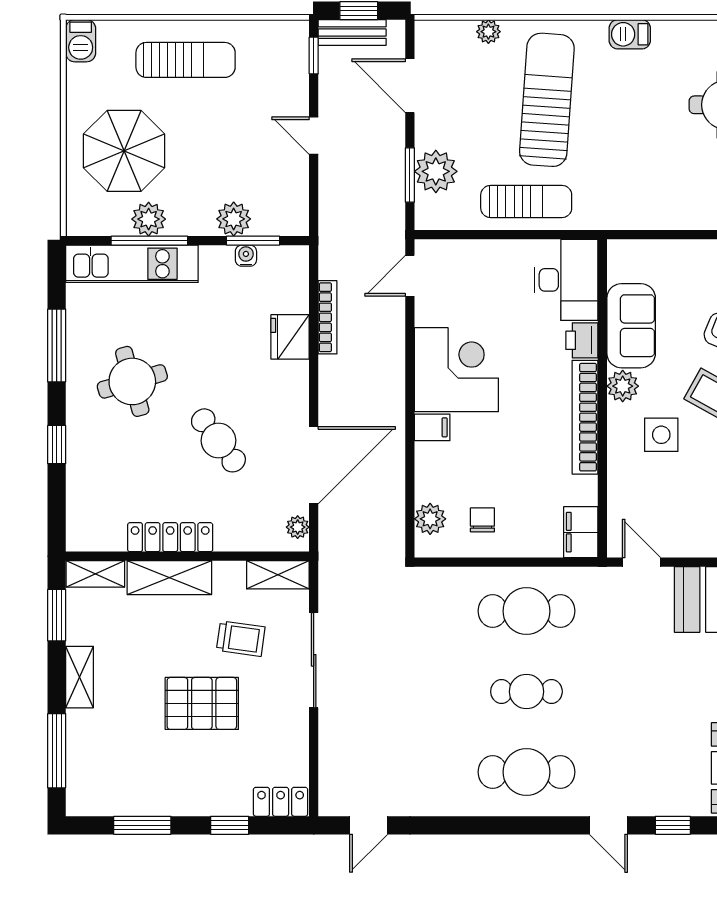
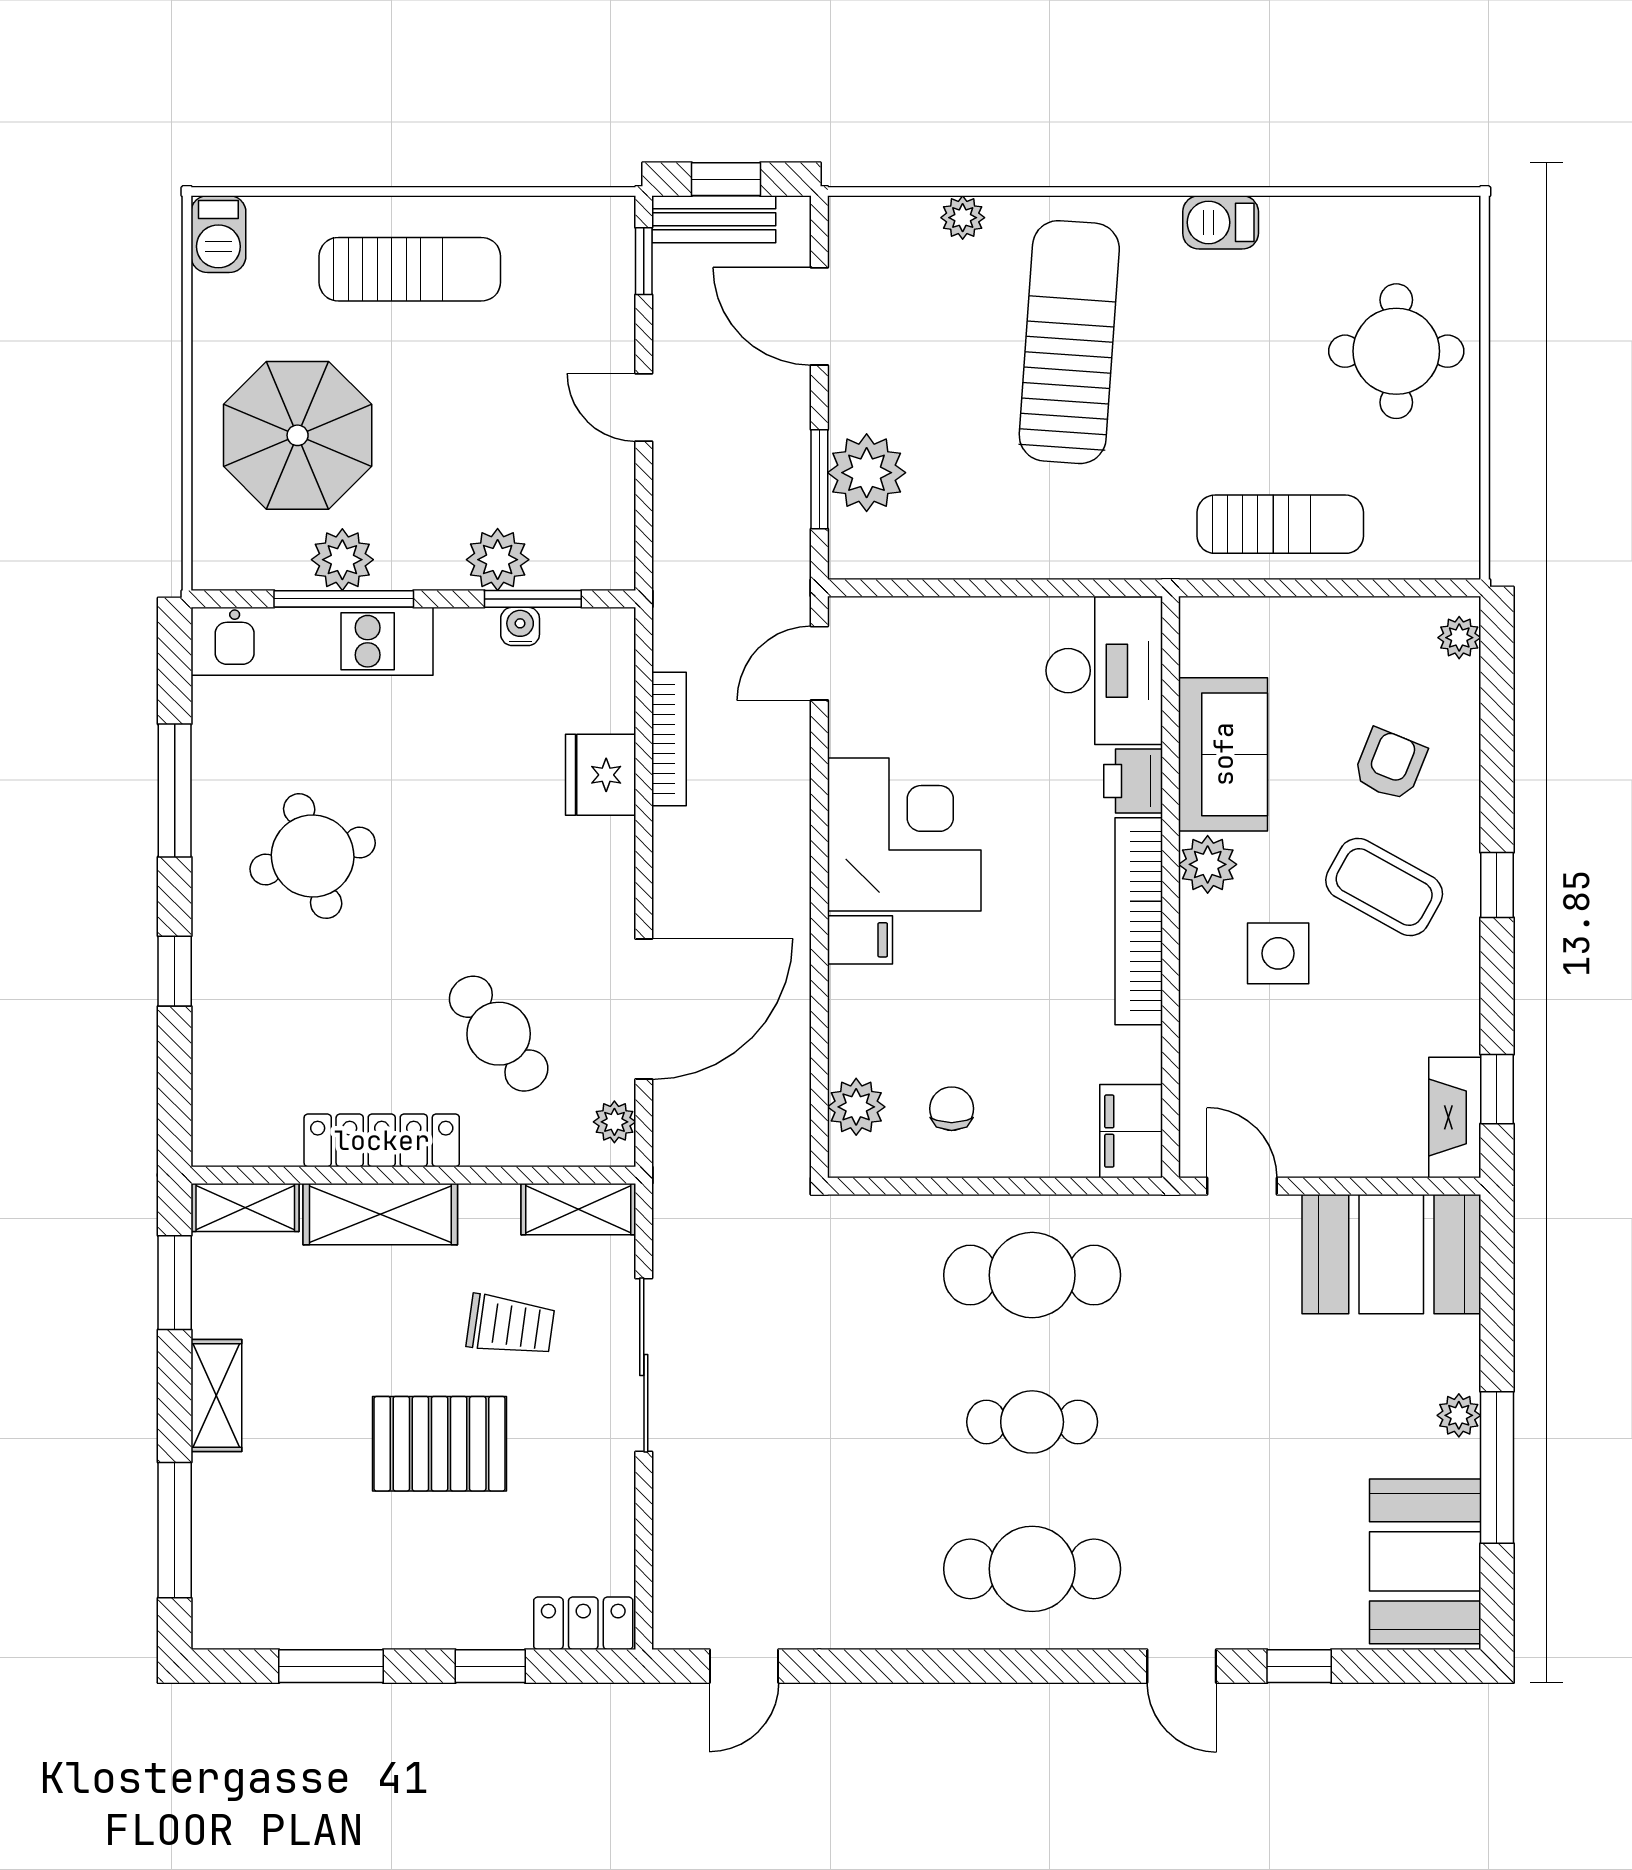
sun lounger: (526, 201) -> (1280, 524), moved
cafe table: (218, 440) -> (499, 1034), moved

